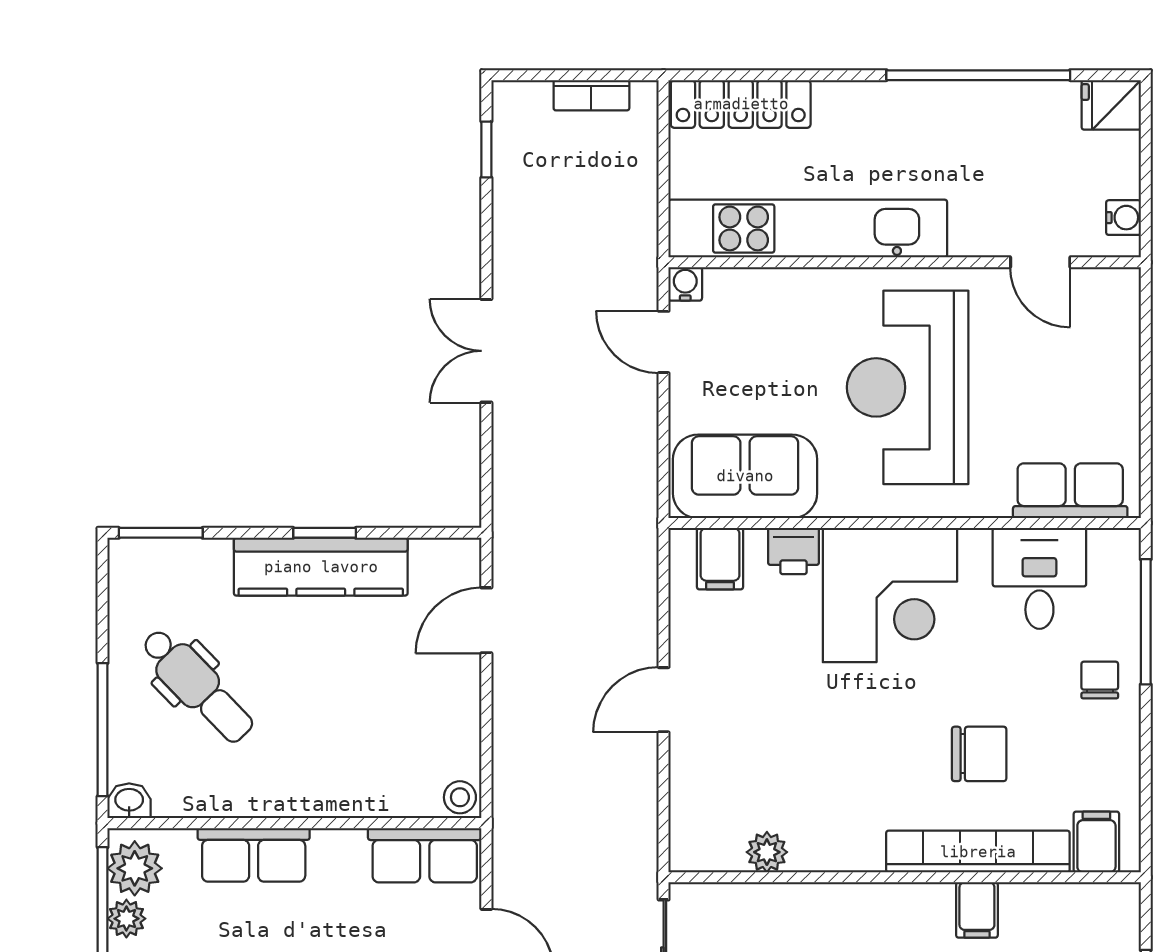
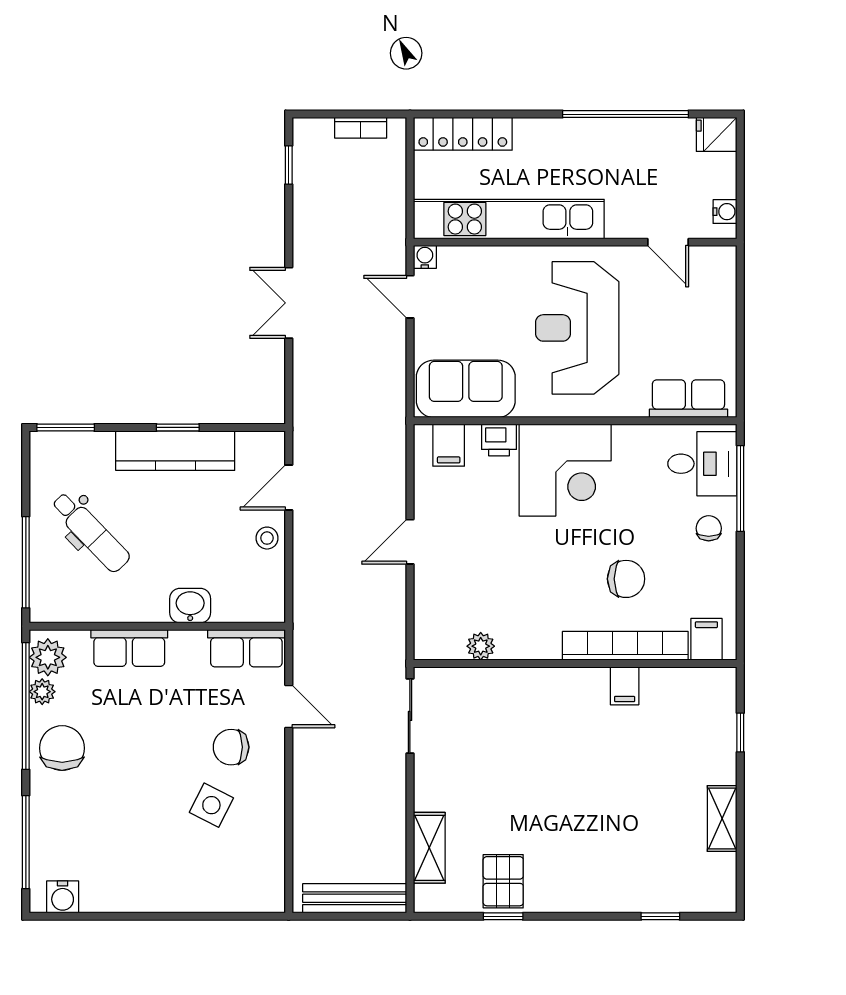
desk: (1039, 578) -> (702, 464), moved, turned 90
stool: (460, 797) -> (267, 538), moved
washbasin: (129, 801) -> (190, 606), moved, width x1.38, depth x1.45

